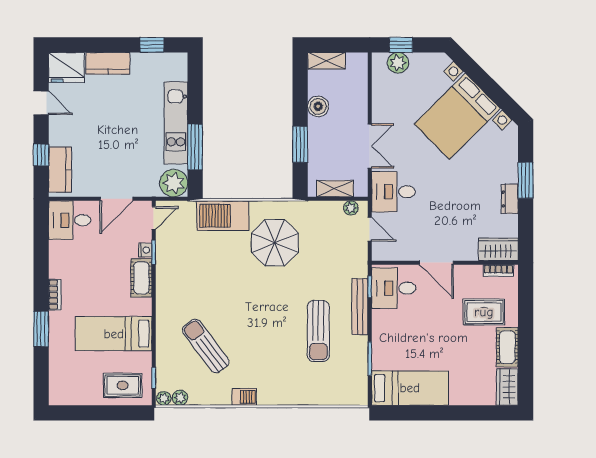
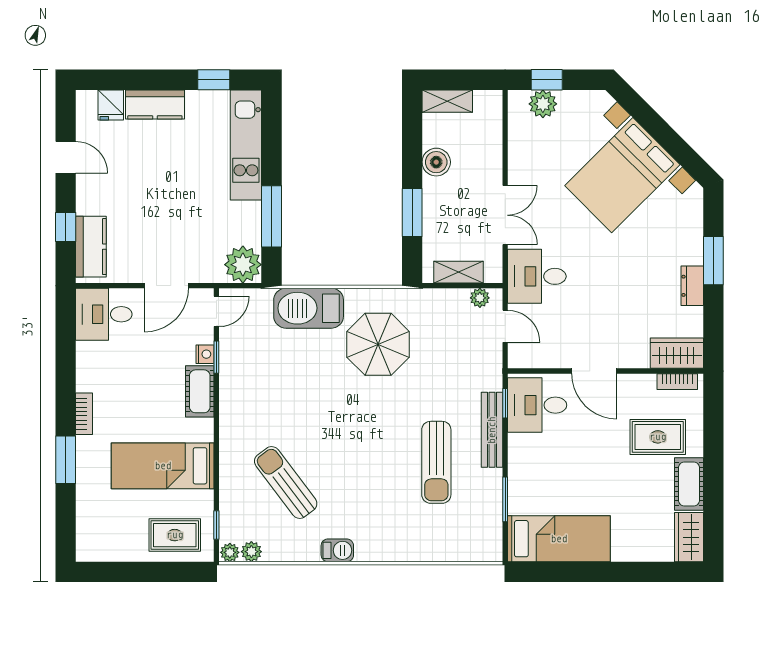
fridge: (66, 67) -> (111, 105), width x0.53, depth x0.75
kitchen unit: (176, 123) -> (246, 145), moved

